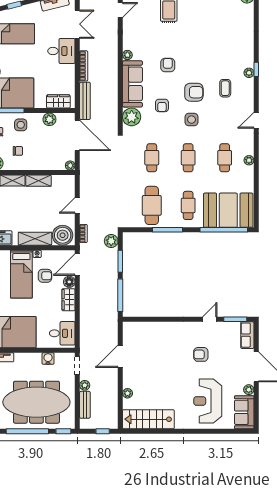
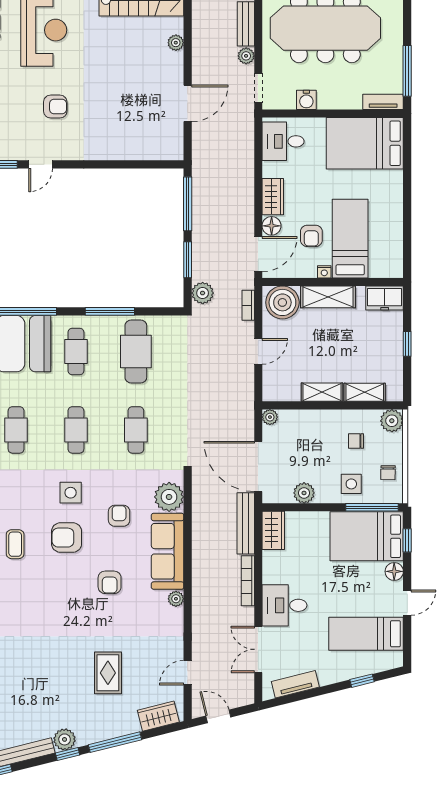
wardrobe: (58, 101) -> (273, 530), moved, turned -90
armchair: (45, 276) -> (311, 236), turned -90

